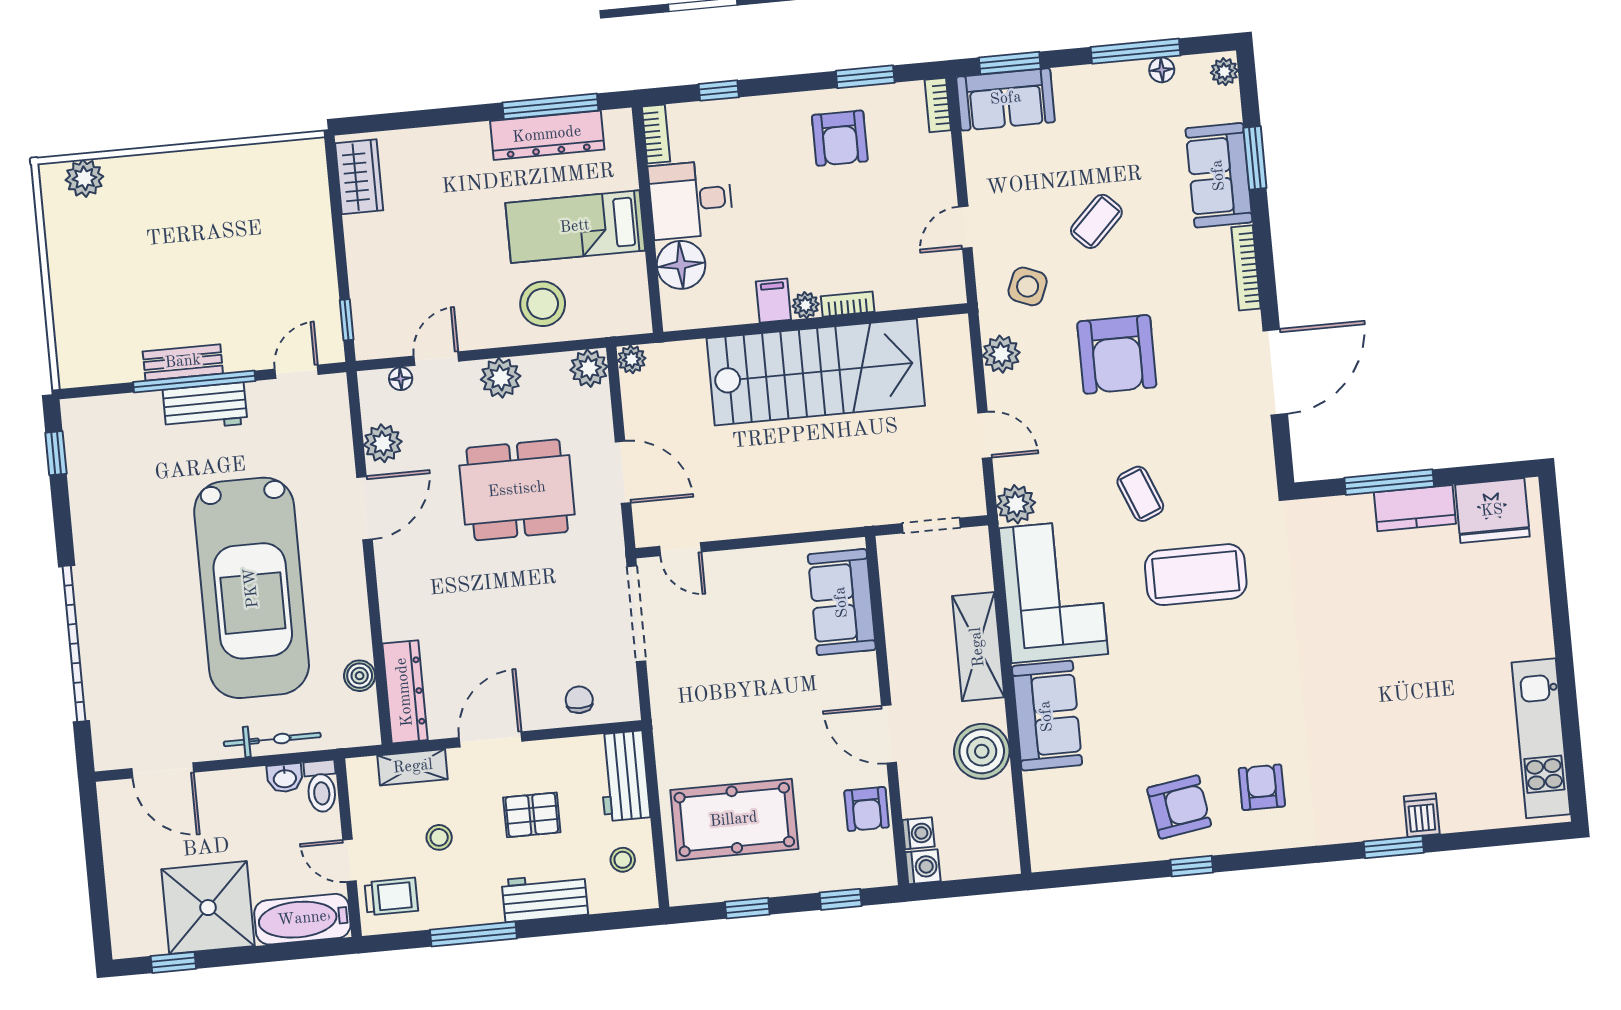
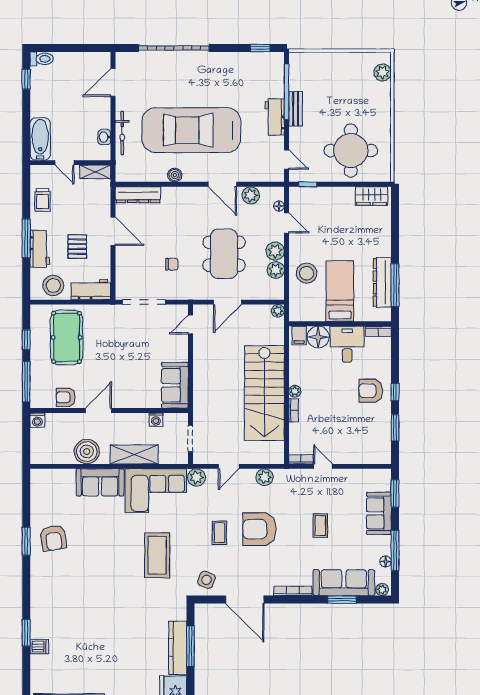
window: (719, 91) -> (395, 392), moved
sofa: (1006, 99) -> (379, 513), moved
bookcase: (938, 105) -> (301, 459), moved
armchair: (840, 138) -> (371, 391), moved
sofa: (1219, 175) -> (344, 583), width x1.36
coffee table: (1096, 221) -> (320, 526), turned 45
round table: (263, 232) -> (351, 151), added
side table: (1028, 286) -> (206, 580), moved
filing cabinet: (773, 301) -> (299, 336), moved, turned 90
plant: (589, 368) -> (276, 270), moved
window: (194, 381) -> (287, 92), moved
coffee table: (1140, 494) -> (219, 533), moved, turned -68
kitchen counter: (1415, 508) -> (178, 648), width x1.50
sofa: (842, 602) -> (175, 385), moved, turned -90
doorway: (636, 614) -> (144, 302), moved
boiler: (360, 676) -> (175, 175), moved
chair: (579, 700) -> (172, 264), moved
shelving: (413, 767) -> (95, 172), moved, turned 90
toilet: (321, 786) -> (42, 59), moved, turned 180
armchair: (1262, 787) -> (59, 576), removed
washing machine: (918, 833) -> (156, 420), moved
stool: (439, 837) -> (71, 204), removed
stool: (623, 860) -> (53, 285), width x1.89, depth x1.89
door: (349, 861) -> (65, 163), swing flipped
window: (1192, 866) -> (26, 541), width x1.50
trolley: (391, 897) -> (42, 200), moved
window: (841, 899) -> (26, 382), width x2.17
shower: (208, 908) -> (49, 97), removed
window: (473, 934) -> (26, 238), moved

